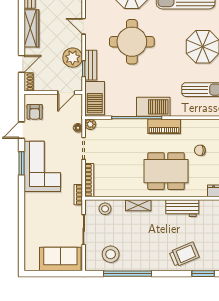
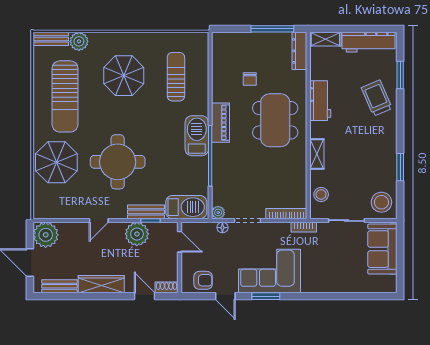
stool: (111, 254) -> (381, 202), moved
window: (128, 274) -> (400, 167), width x0.47

